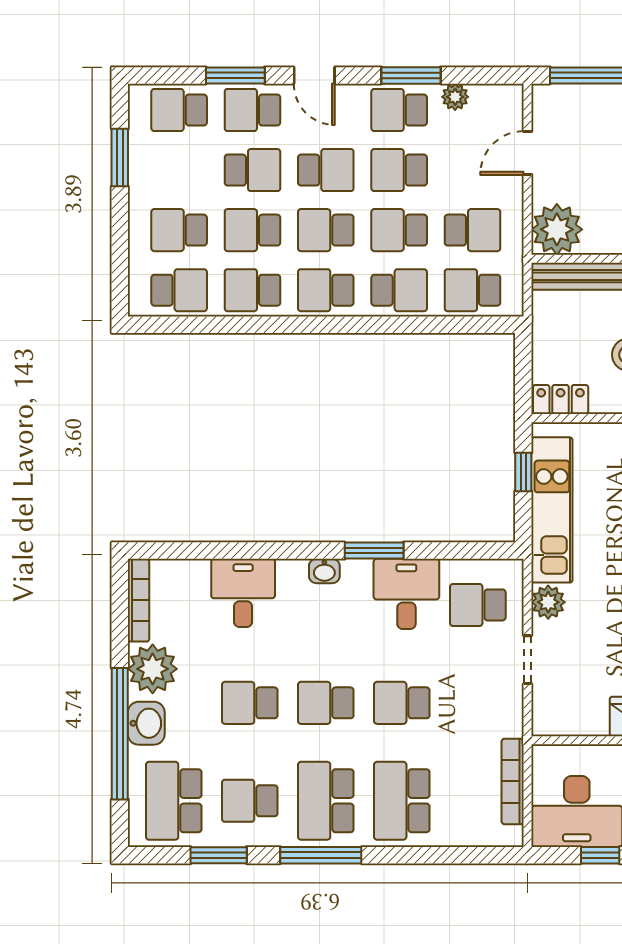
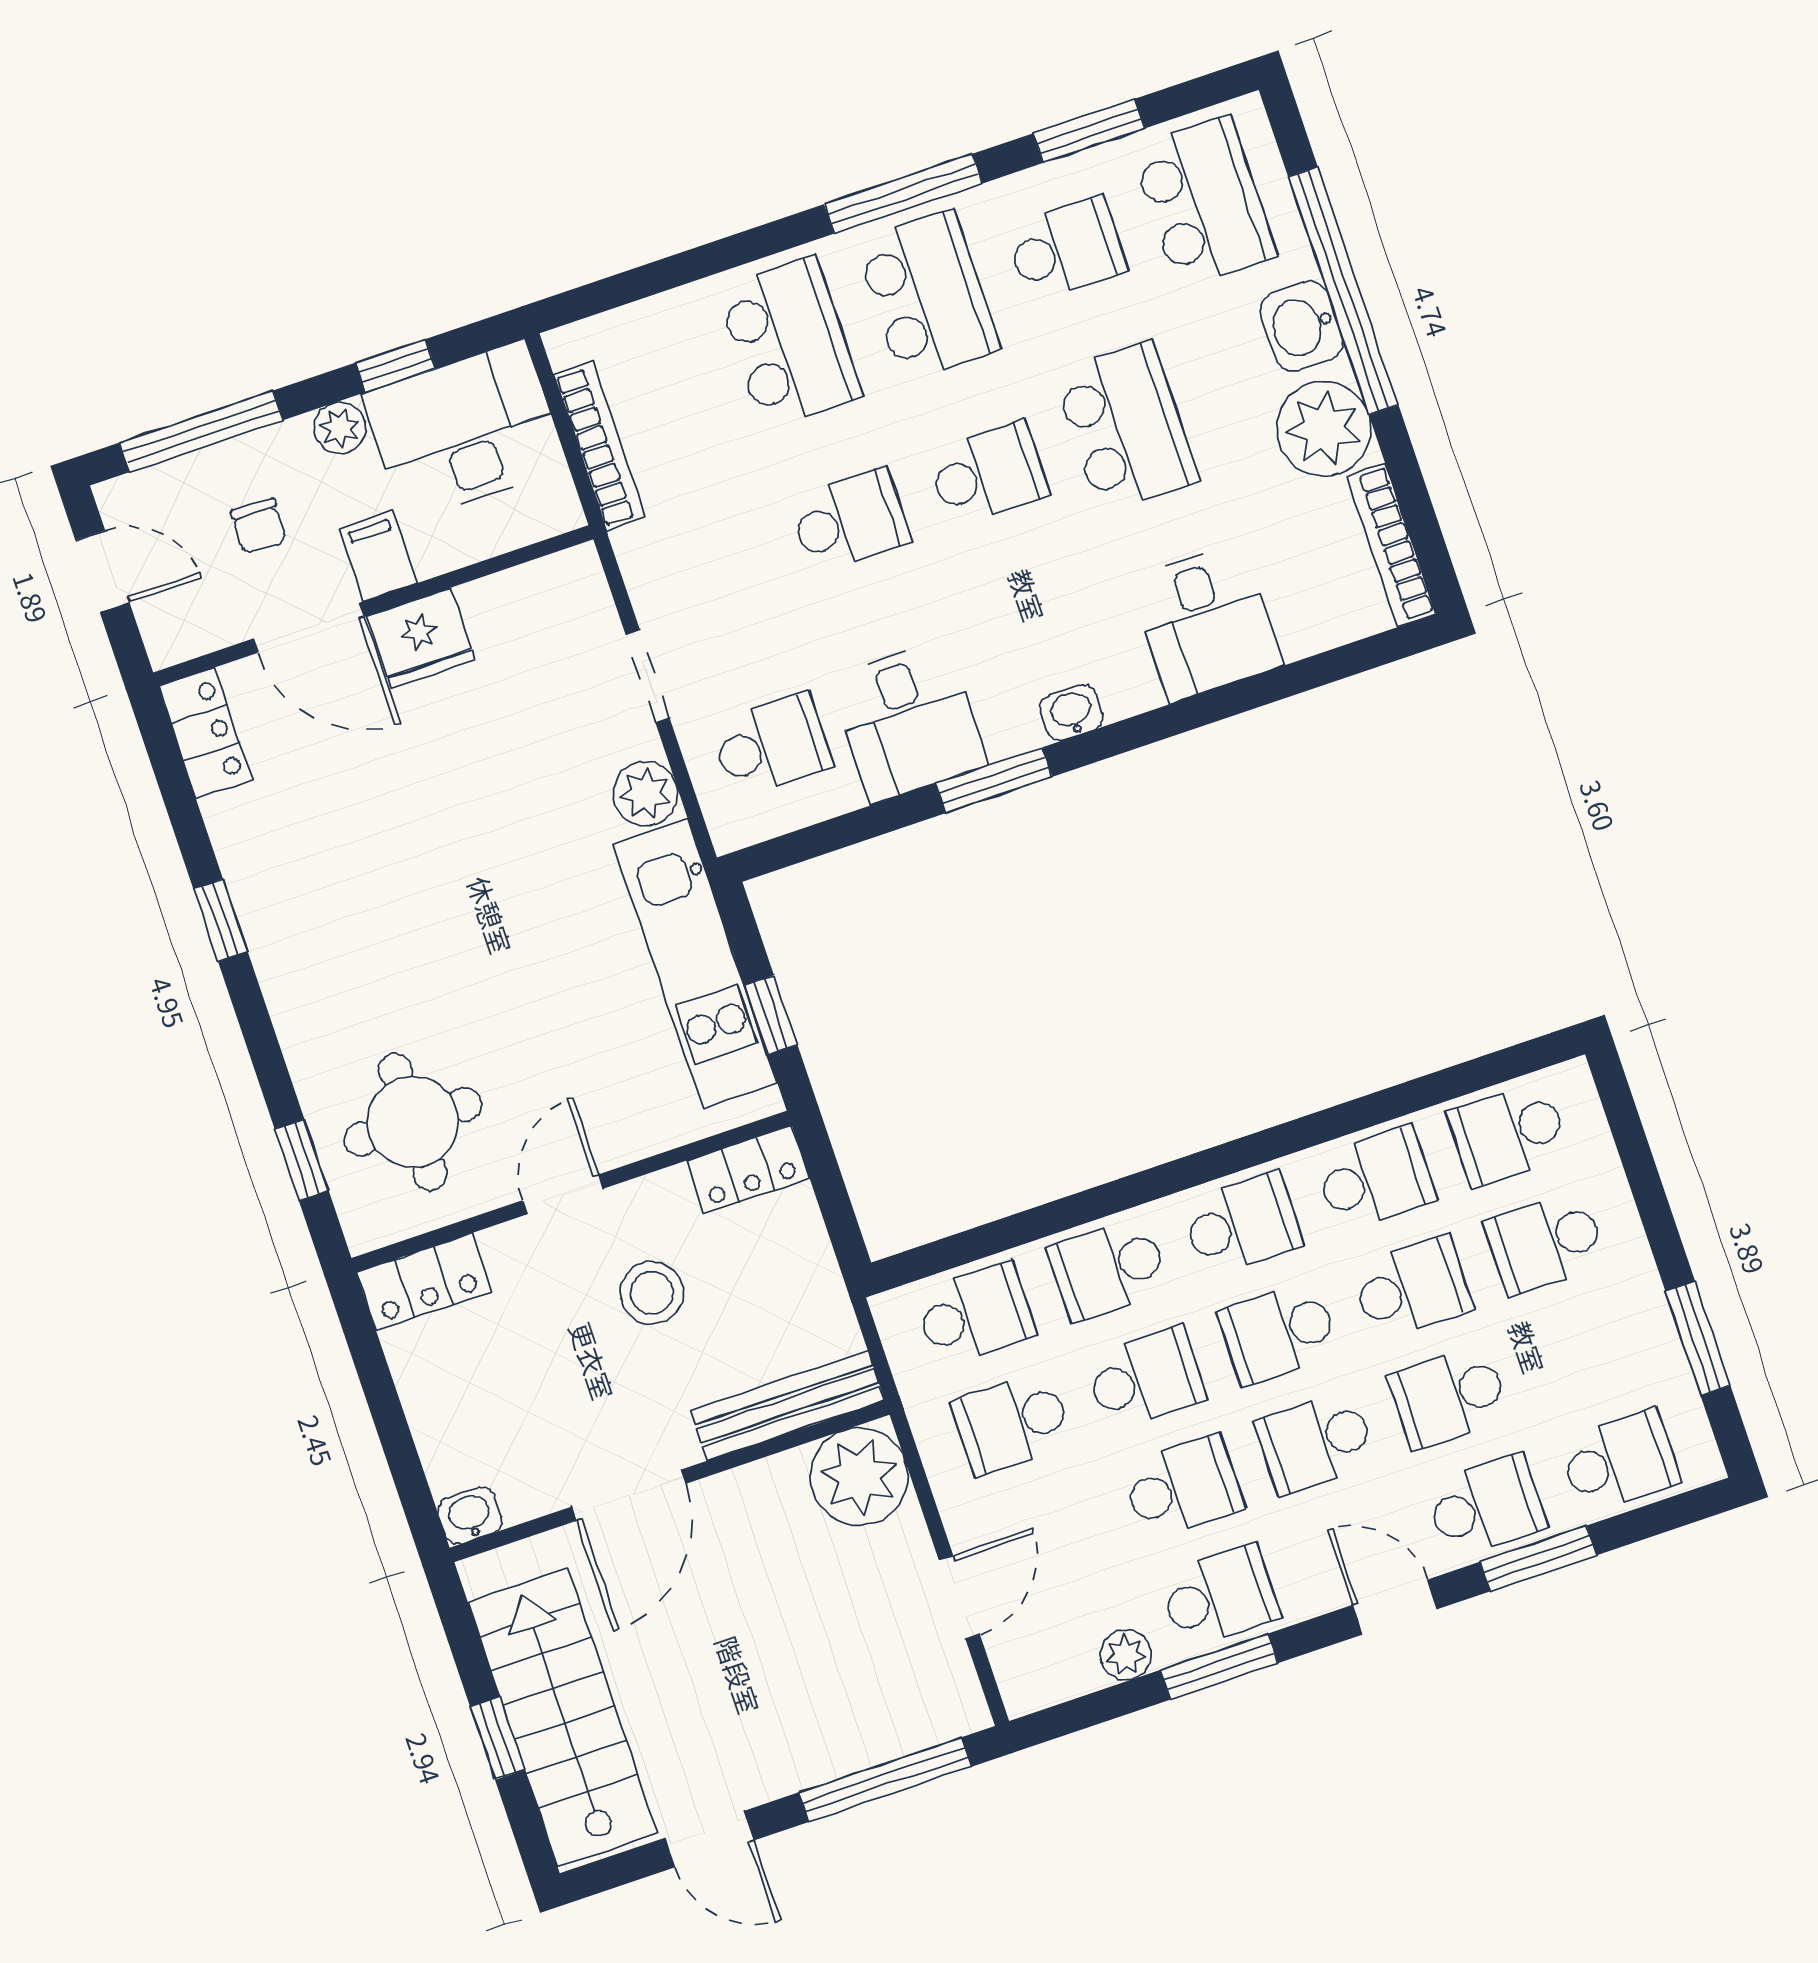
school desk: (179, 230) -> (1545, 1243), turned 180
school desk: (326, 230) -> (1279, 1333), turned 180
school desk: (250, 703) -> (1126, 427), width x1.85

